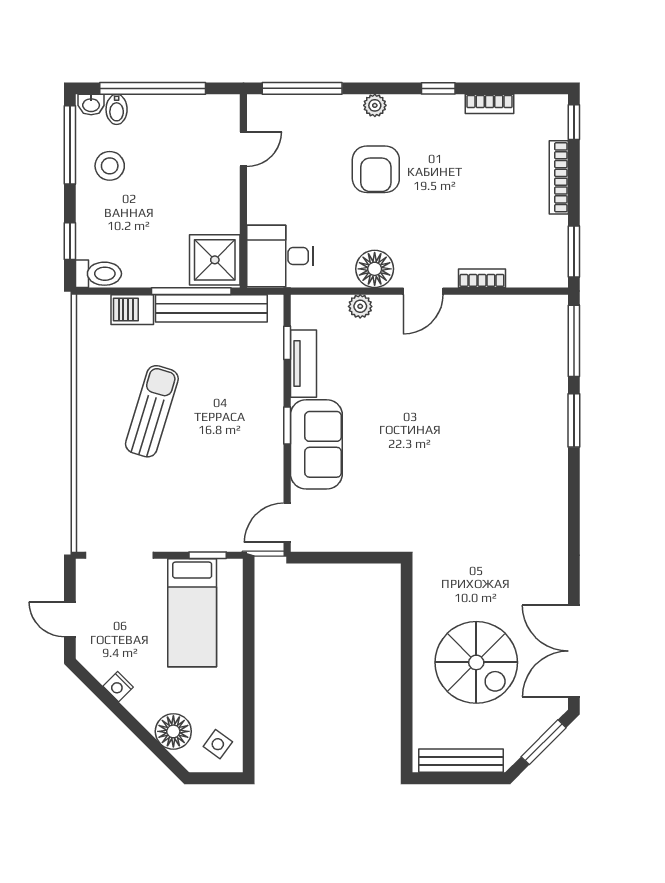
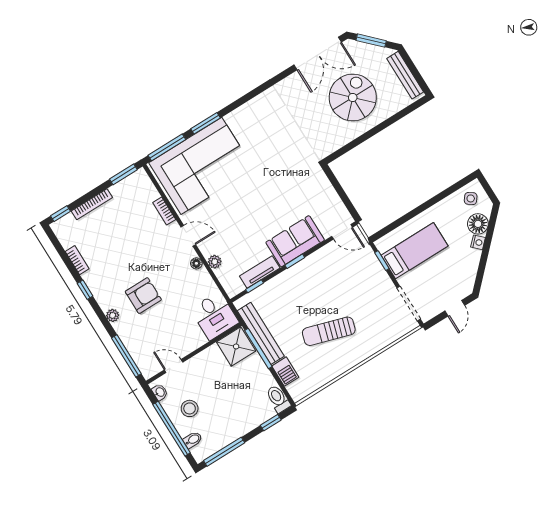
washbasin: (91, 105) -> (160, 392), moved
stool: (110, 166) -> (190, 408), moved
floor lamp: (375, 269) -> (196, 263), width x0.53, depth x0.53
corner sofa: (515, 375) -> (201, 166), added
nightstand: (118, 687) -> (478, 242), moved

